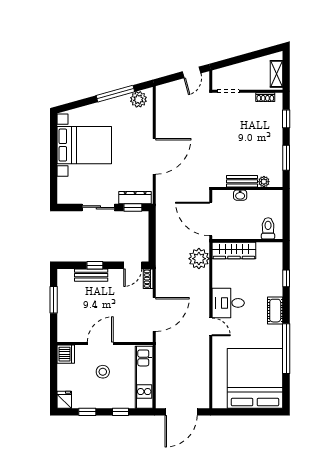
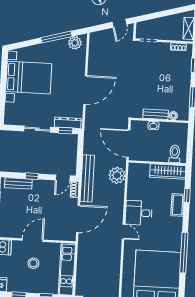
wardrobe: (234, 250) -> (168, 172), moved
bench: (163, 264) -> (87, 178), added
bench: (91, 275) -> (18, 183), moved
cot: (275, 311) -> (178, 205), moved

